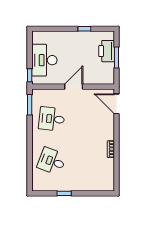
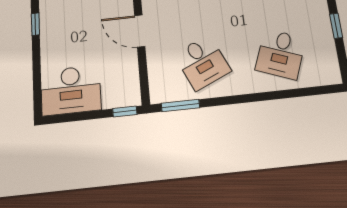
desk: (44, 60) -> (71, 90), moved
desk: (52, 119) -> (202, 63), turned -30

